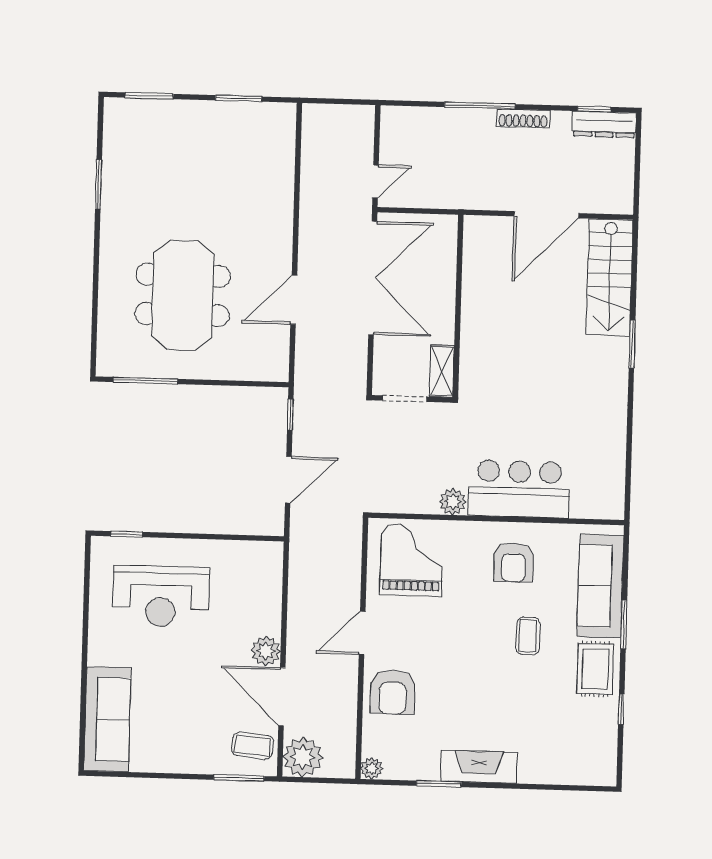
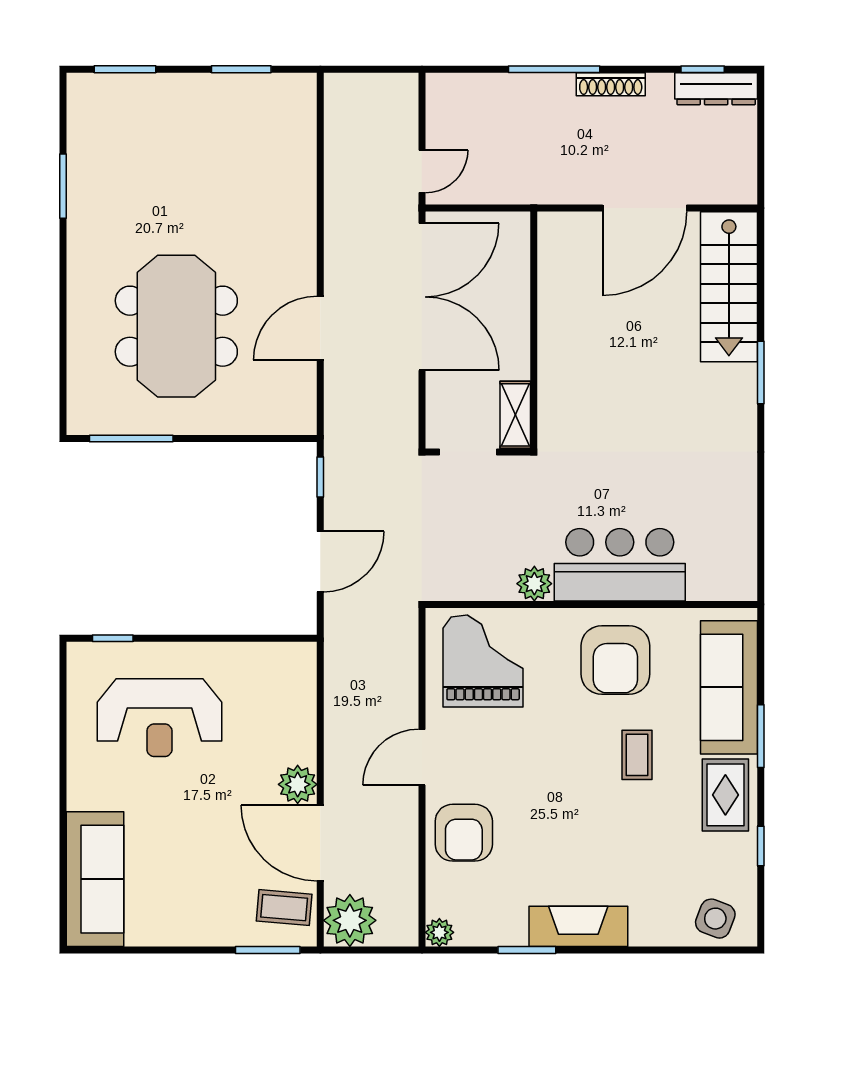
armchair: (514, 562) -> (615, 660), width x1.36, depth x1.36
side table: (585, 764) -> (715, 919), added

